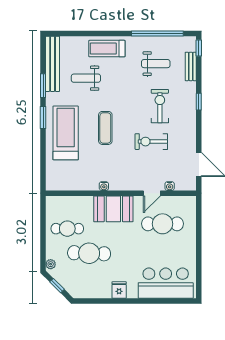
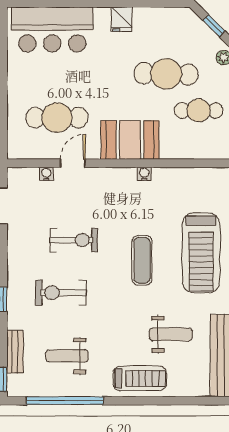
exercise bike: (160, 106) -> (61, 293), turned 90

